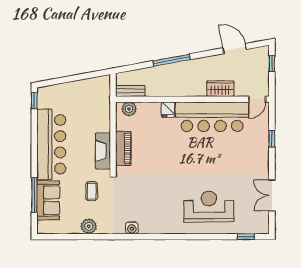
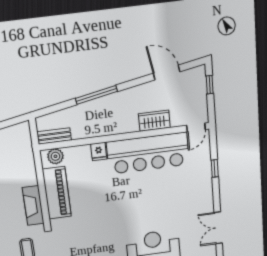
piano: (123, 148) -> (57, 193), width x1.37, depth x1.33

